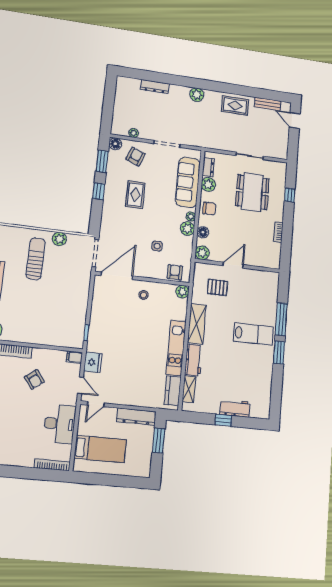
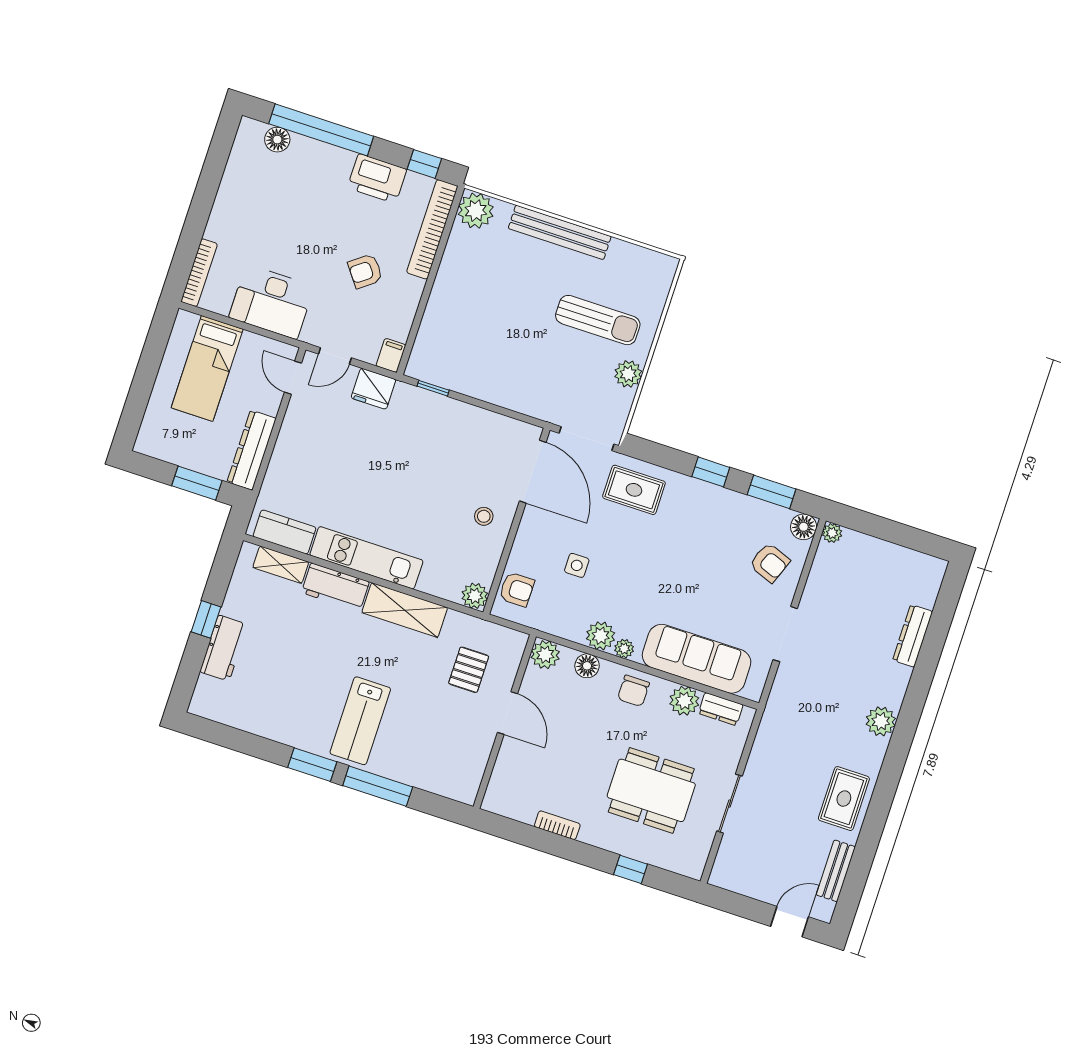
plant: (134, 133) -> (832, 533), moved
rug: (135, 195) -> (634, 490), moved

